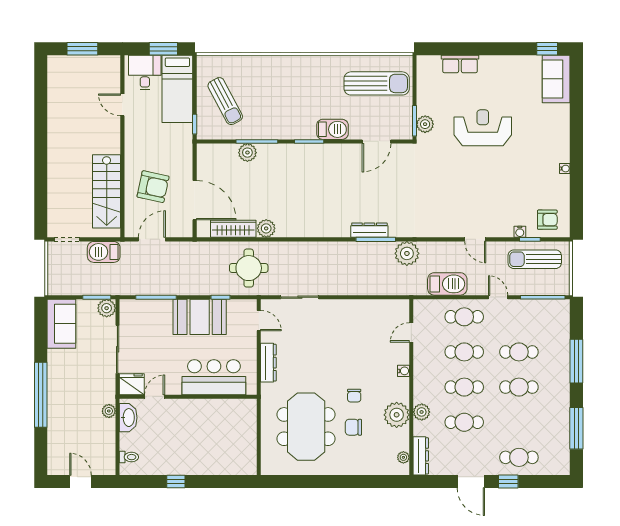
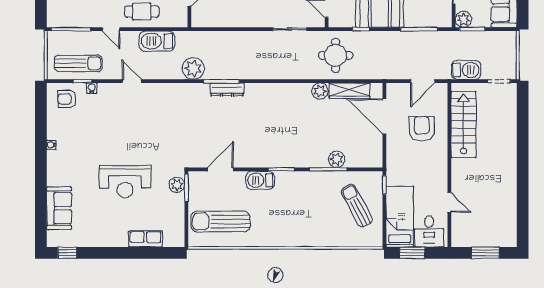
sofa: (556, 79) -> (59, 208), moved
armchair: (153, 187) -> (422, 129), turned 78

